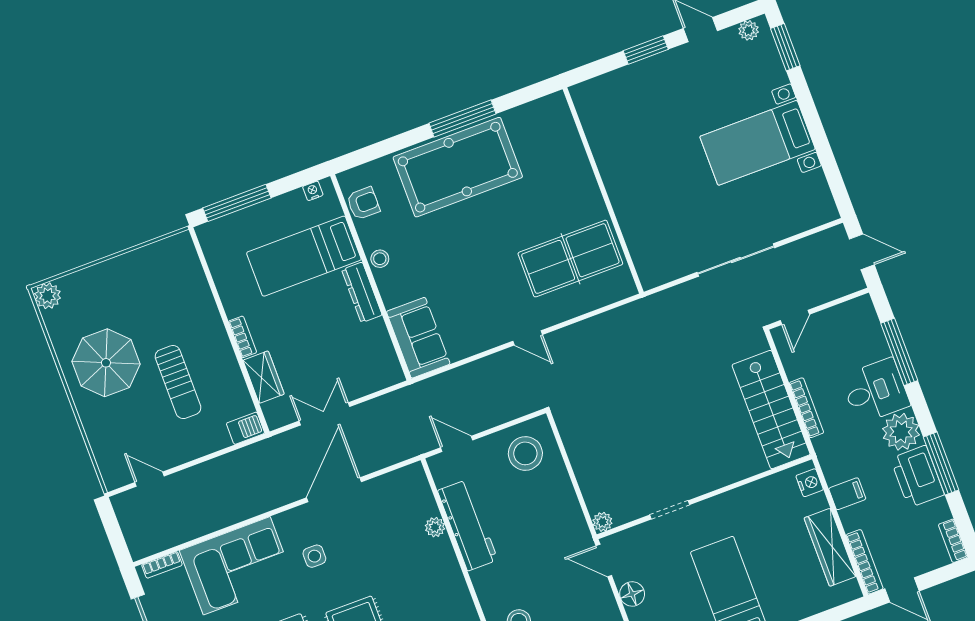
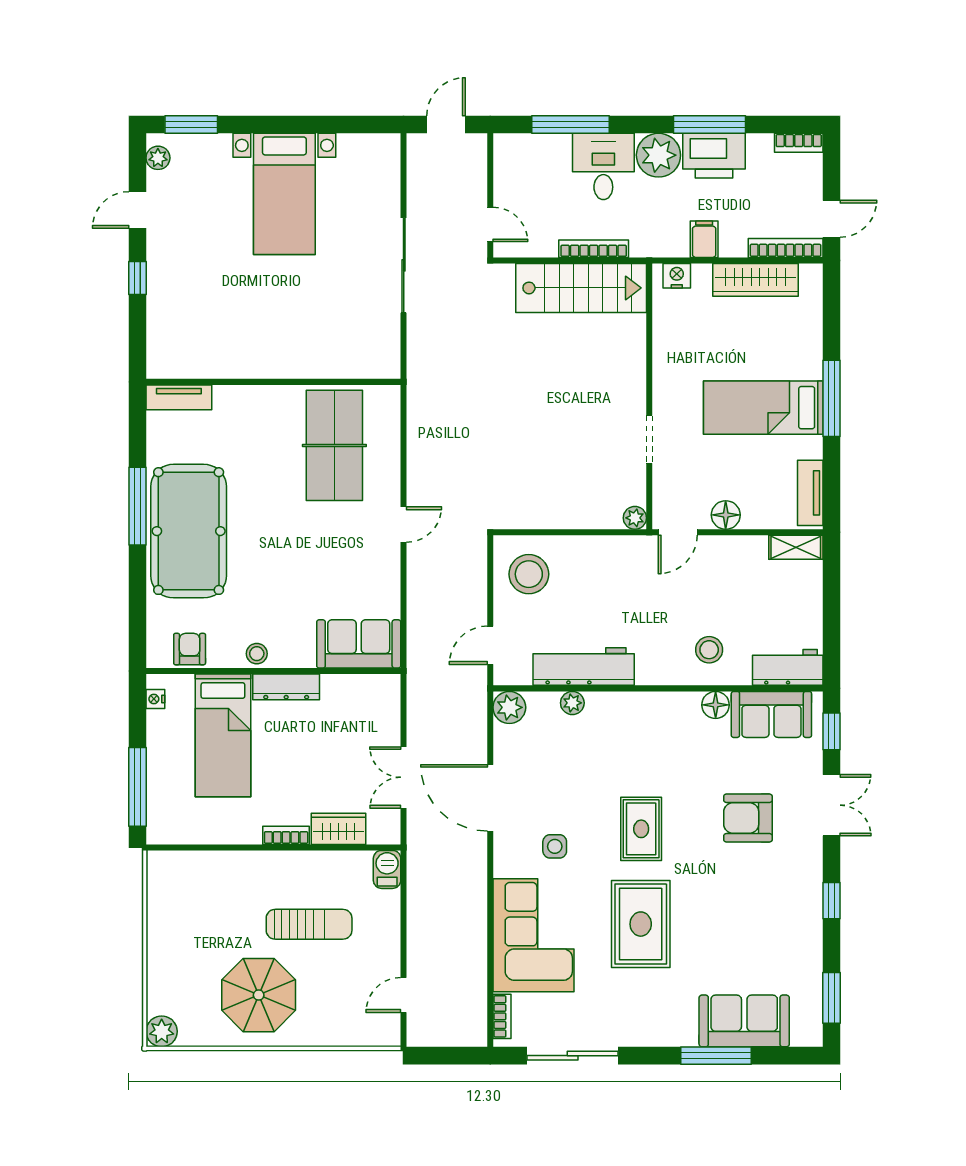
window: (646, 50) -> (137, 278), width x0.67
tv unit: (562, 119) -> (179, 397), added
plant: (412, 478) -> (509, 707), added

